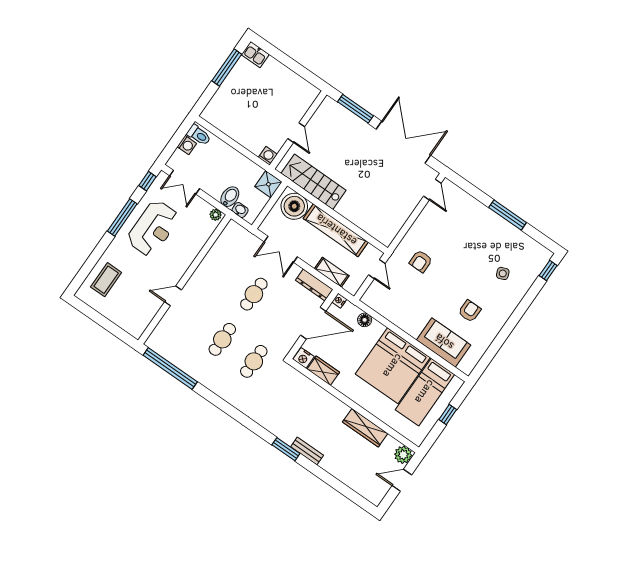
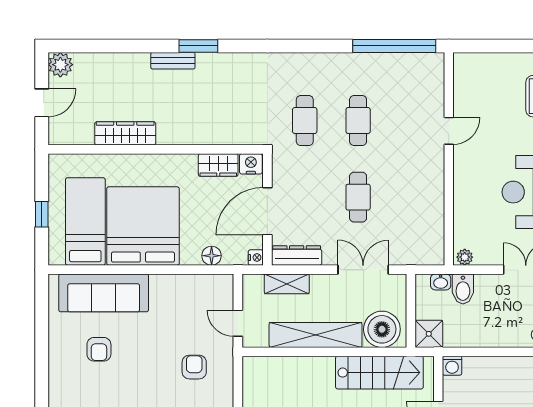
sofa: (444, 342) -> (104, 293), width x1.36
plant: (403, 455) -> (60, 65), moved

